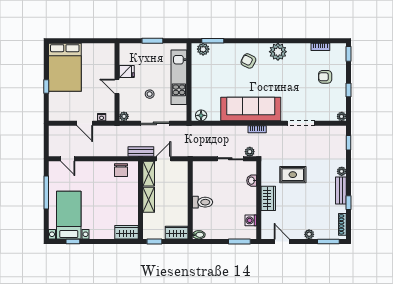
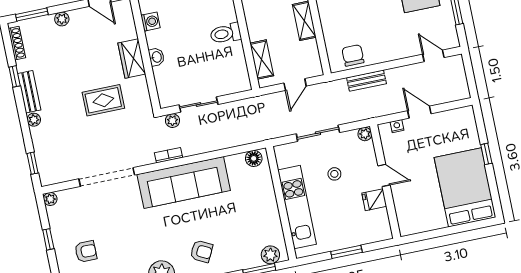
doorway: (301, 123) -> (107, 177), width x1.36
bench: (141, 152) -> (366, 81), moved
shelving: (149, 174) -> (262, 60), moved
washbasin: (252, 181) -> (156, 57), moved

